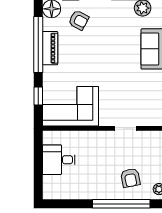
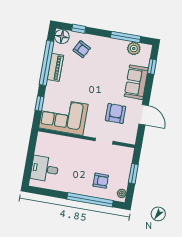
armchair: (134, 92) -> (116, 113), added
desk: (59, 160) -> (45, 169), moved
armchair: (130, 178) -> (101, 181), turned -79

